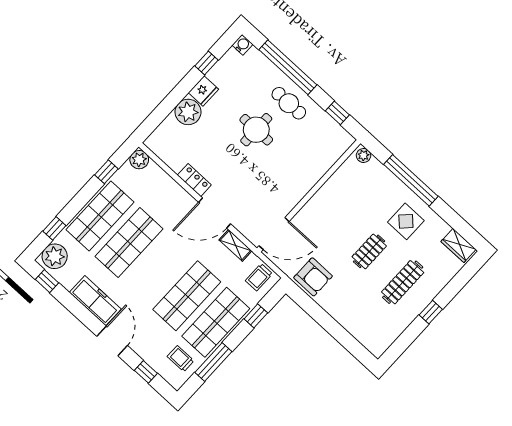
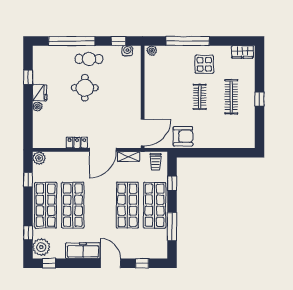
water cooler: (242, 45) -> (127, 51), moved
plant: (188, 112) -> (37, 107), width x0.53, depth x0.53
trolley: (181, 359) -> (154, 240), removed

